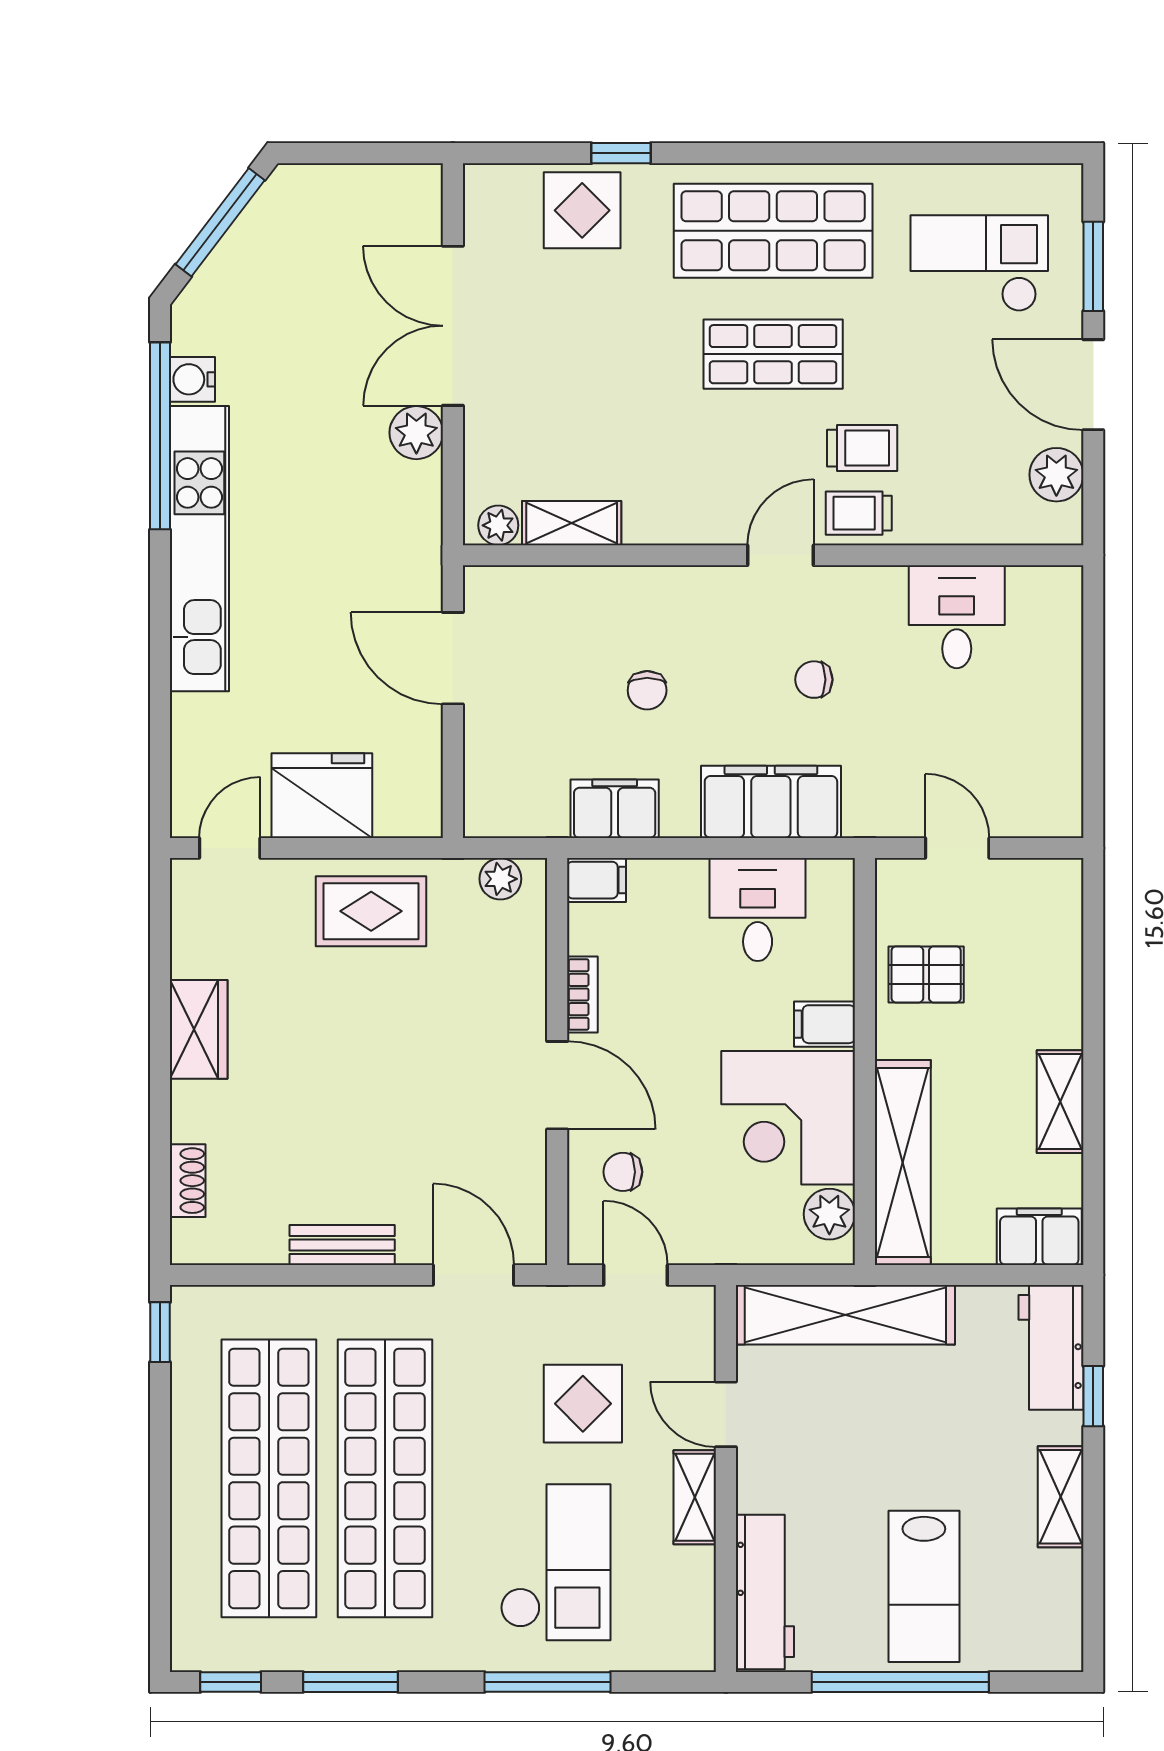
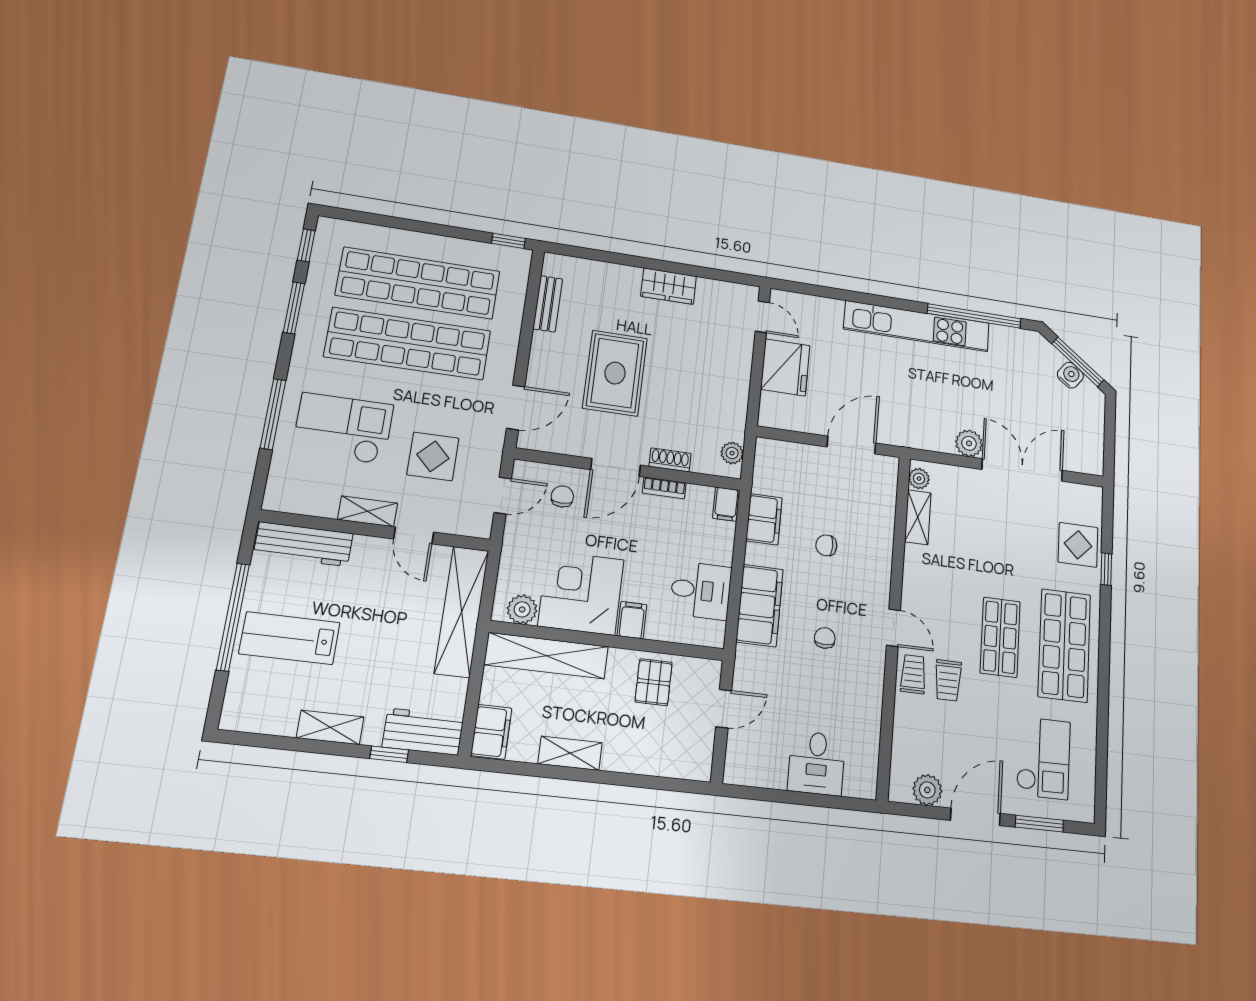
water cooler: (192, 379) -> (1070, 375), moved, turned 37
desk: (957, 617) -> (817, 763), moved, turned 90
rug: (371, 911) -> (615, 373), moved, width x1.36, depth x1.43
shoe rack: (188, 1181) -> (670, 460), moved, turned 180
bench: (342, 1245) -> (548, 304), moved
door: (726, 1414) -> (414, 535), swing flipped
checkout: (555, 1562) -> (343, 428), turned 180

